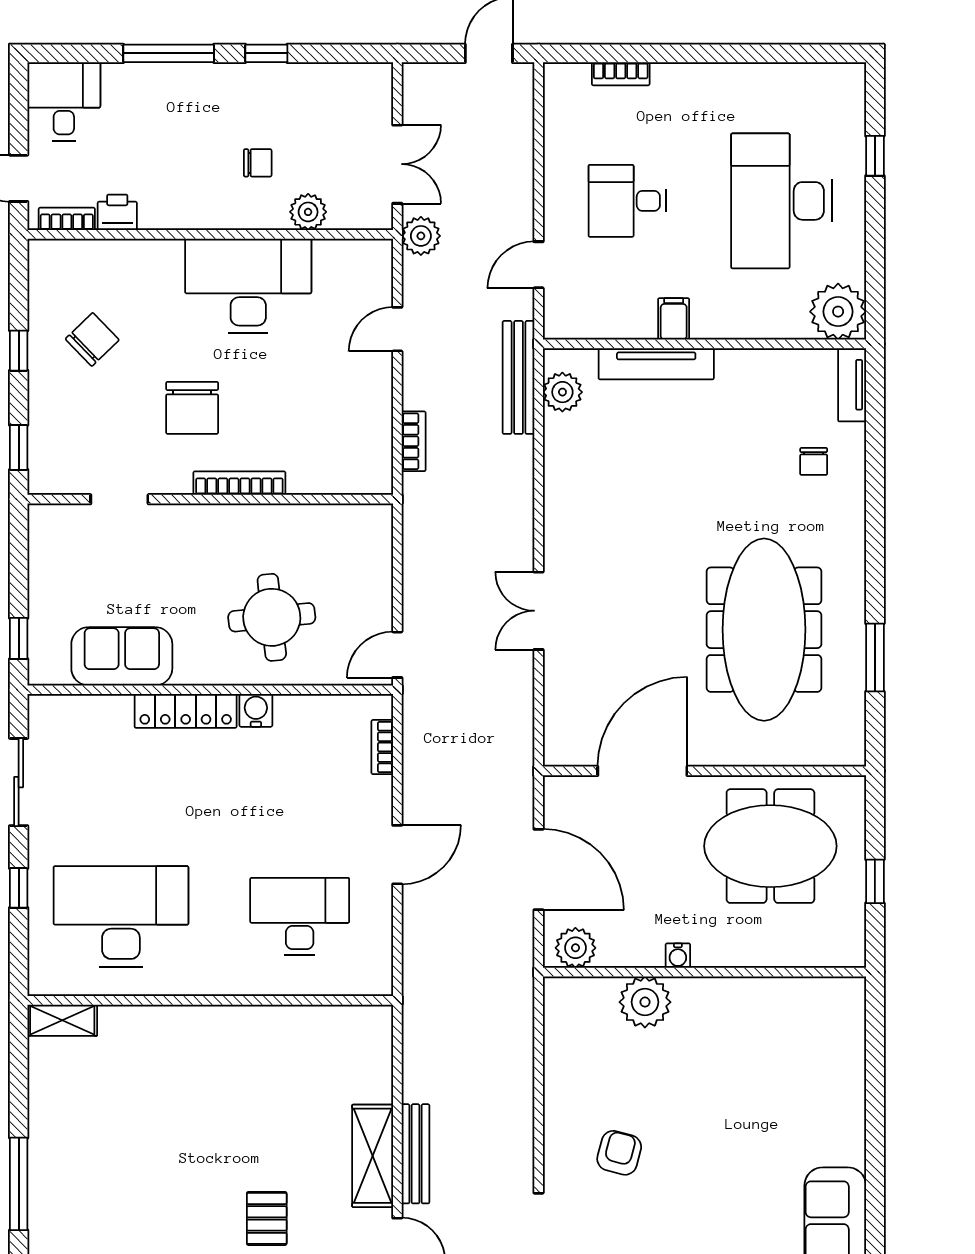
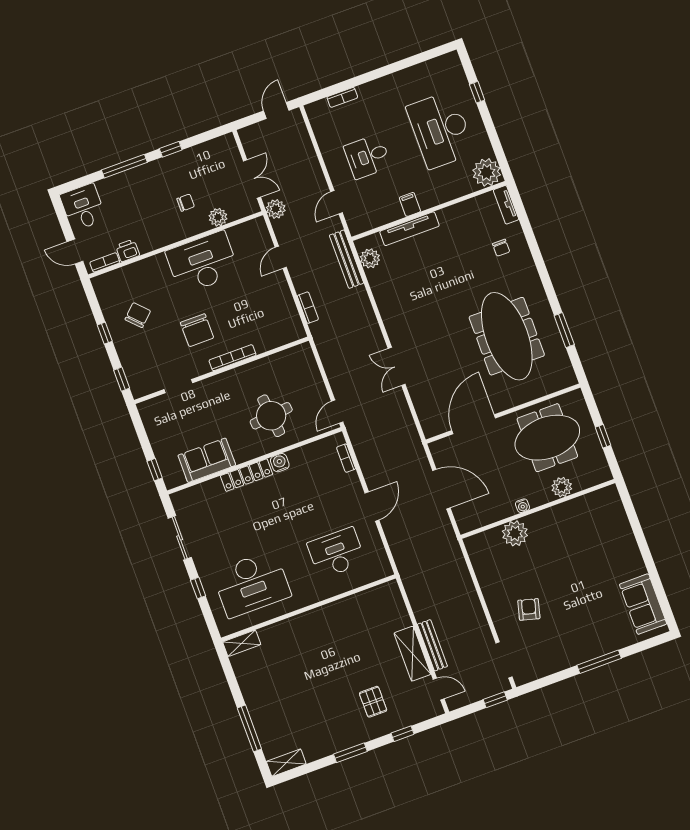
desk: (121, 917) -> (252, 584), turned 180
plant: (575, 948) -> (562, 487), moved

